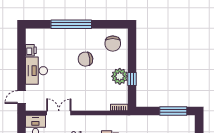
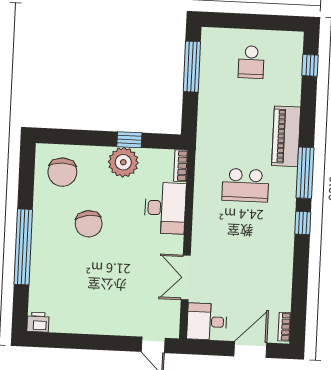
chair: (113, 44) -> (62, 172), turned 90
printer: (31, 50) -> (38, 322), moved
desk: (37, 71) -> (165, 208), moved, turned -90

